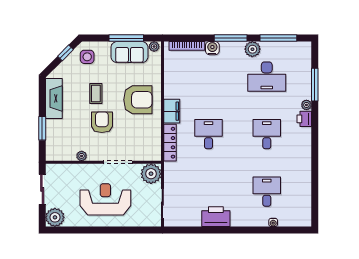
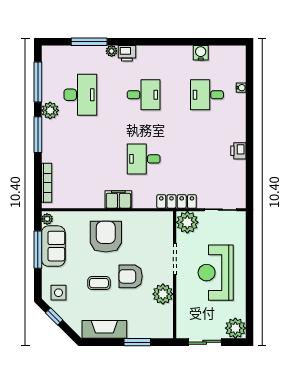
water cooler: (212, 48) -> (201, 53), moved, turned 90
desk: (267, 134) -> (144, 95), turned 180
locker: (170, 143) -> (177, 201), moved
plant: (82, 156) -> (163, 294), width x1.87, depth x1.87
printer: (216, 217) -> (238, 151), width x0.53, depth x0.68

